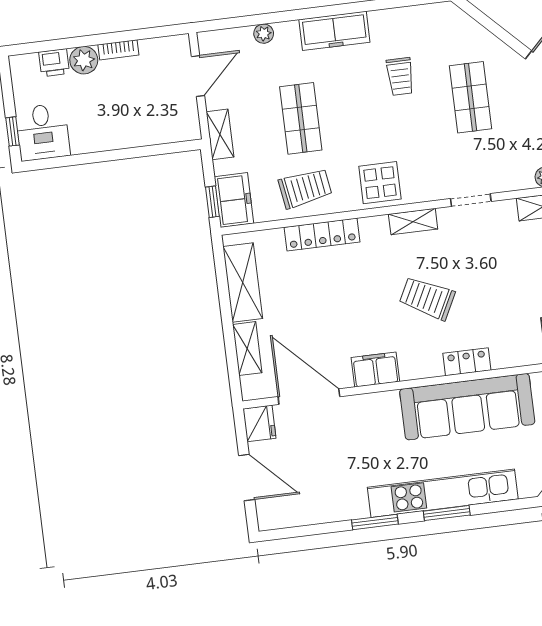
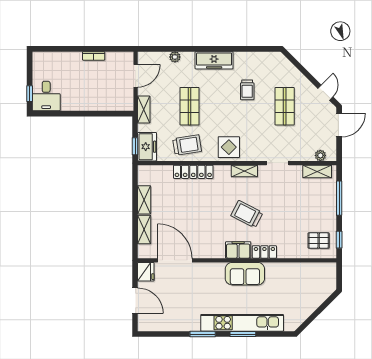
plant: (84, 60) -> (74, 59), removed
printer: (54, 63) -> (57, 59), removed
shelving: (243, 282) -> (144, 200), width x0.67, depth x0.75
filing cabinet: (375, 370) -> (238, 250), moved
sofa: (467, 407) -> (245, 274), width x0.54, depth x0.79

